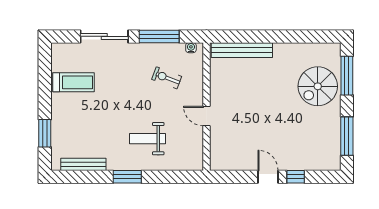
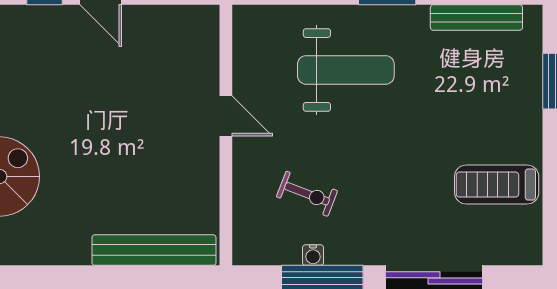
water cooler: (191, 48) -> (313, 255), moved
weight bench: (148, 139) -> (346, 70), width x1.36, depth x1.33

